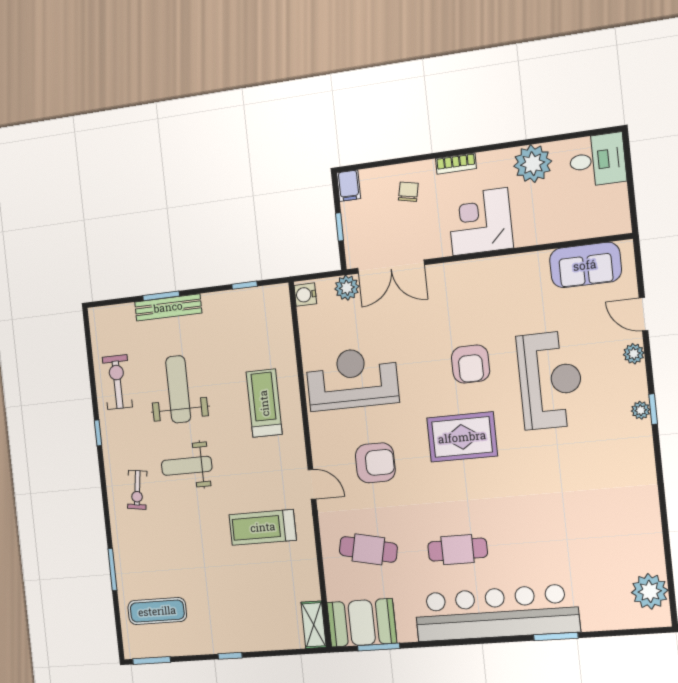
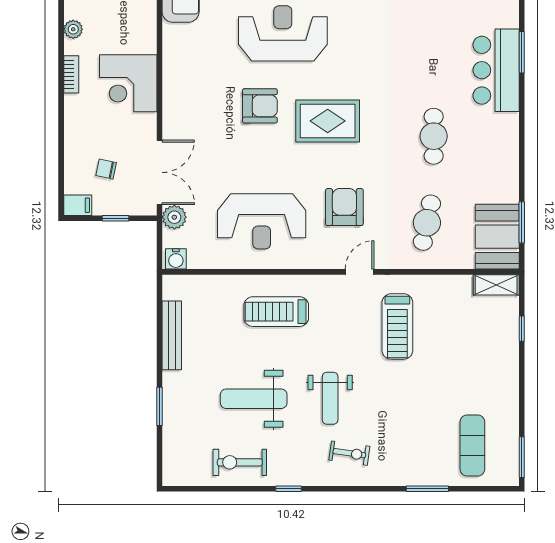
bookcase: (456, 164) -> (71, 74), moved
plant: (533, 164) -> (73, 29), width x0.53, depth x0.53
chair: (408, 192) -> (106, 169), moved
window: (245, 285) -> (159, 319), removed
bench: (168, 307) -> (172, 335), moved
reception desk: (352, 379) -> (262, 221), turned -90
rug: (462, 437) -> (328, 121), turned 90
bar counter: (496, 613) -> (496, 70), width x0.54
window: (230, 656) -> (522, 329), moved

